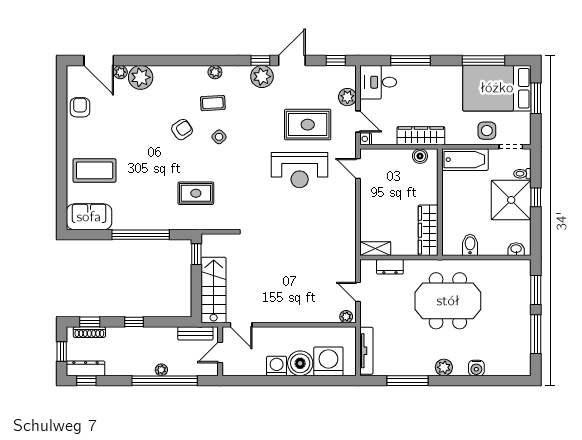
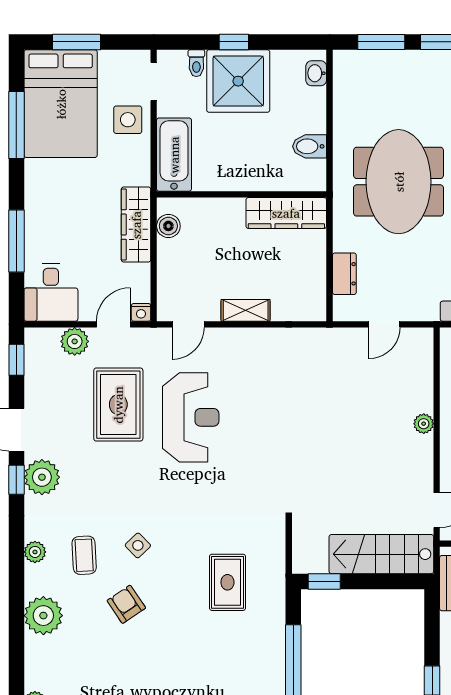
plant: (141, 77) -> (43, 616), moved
shelving: (375, 249) -> (246, 310), moved, turned 90
plant: (346, 317) -> (424, 424), moved

